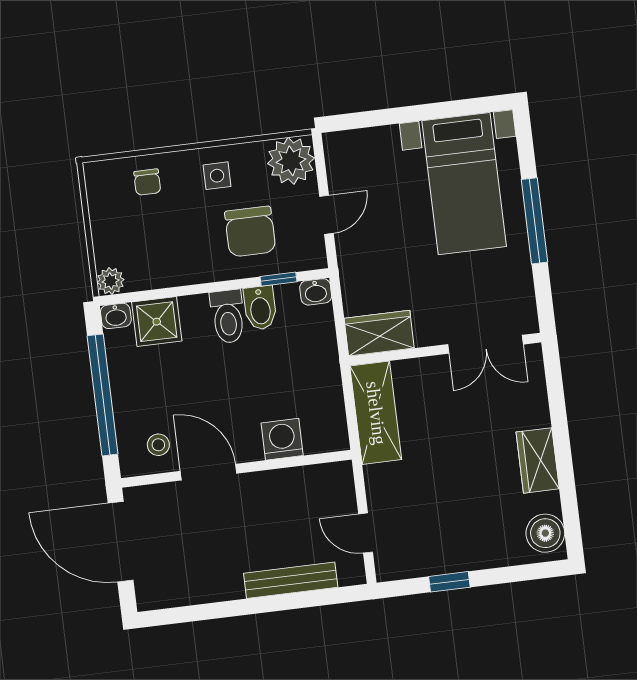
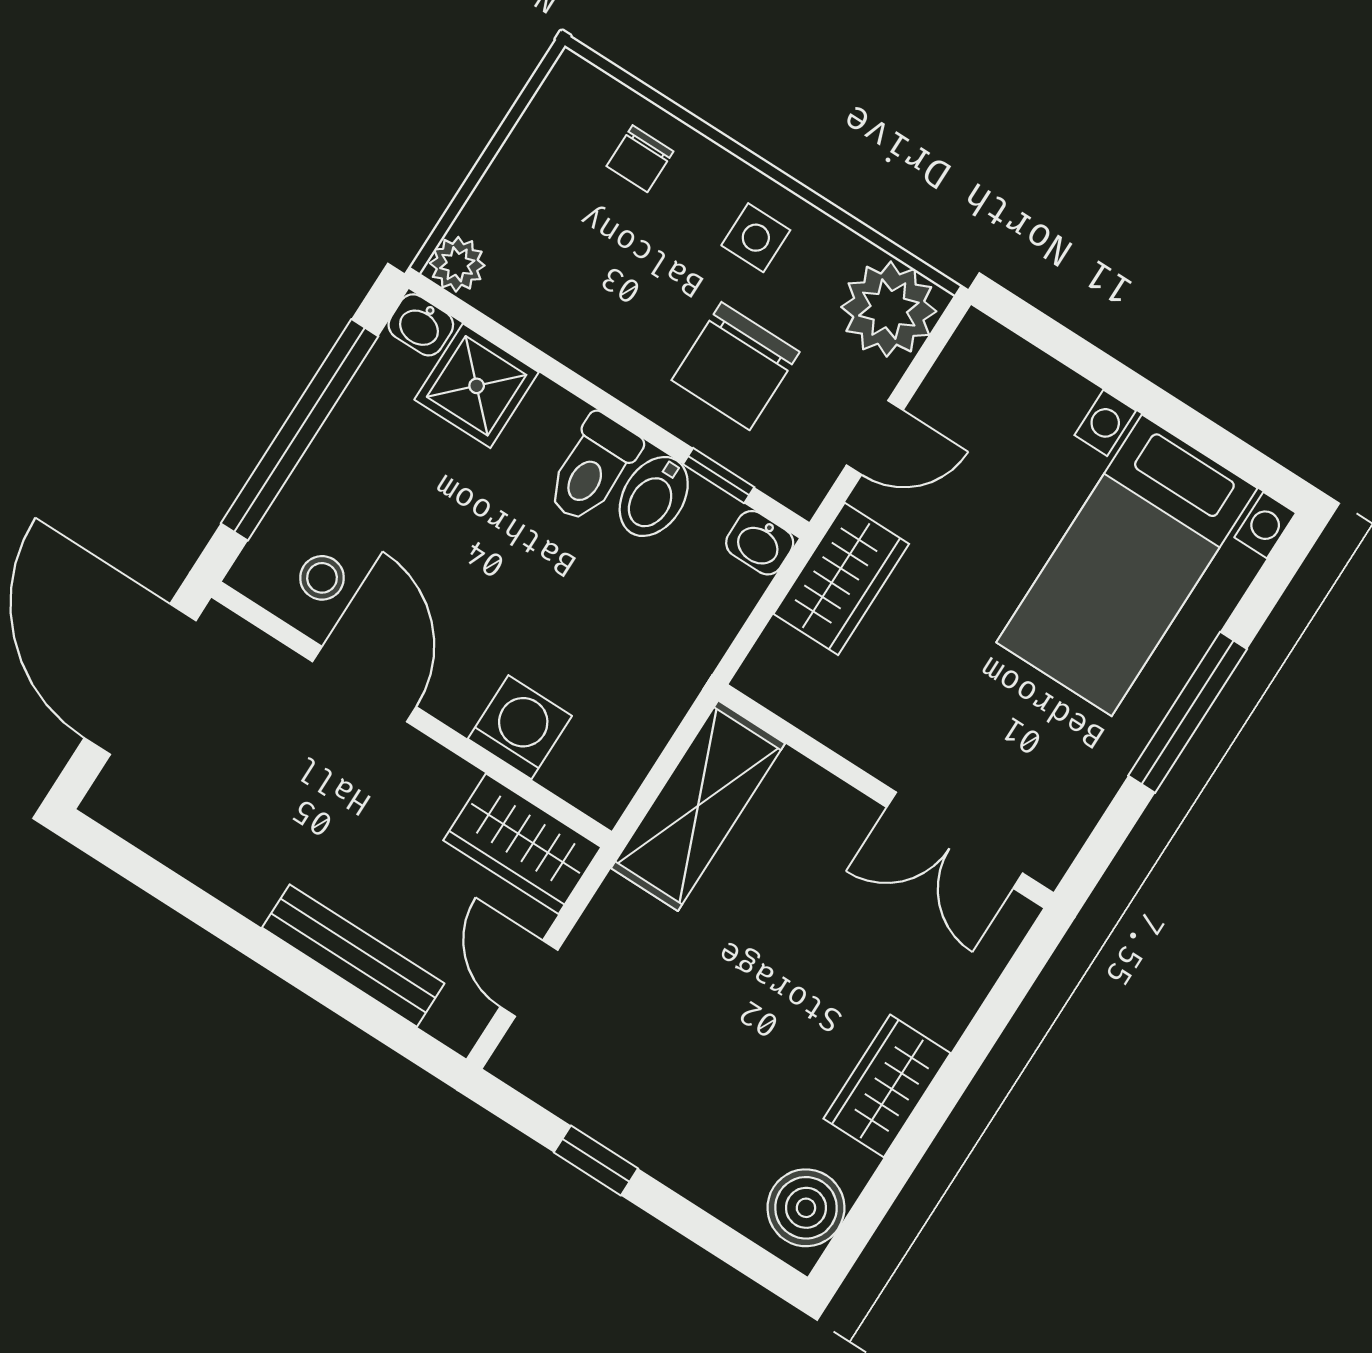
wardrobe: (379, 333) -> (841, 579), moved, turned 90
wardrobe: (320, 483) -> (522, 844), added

